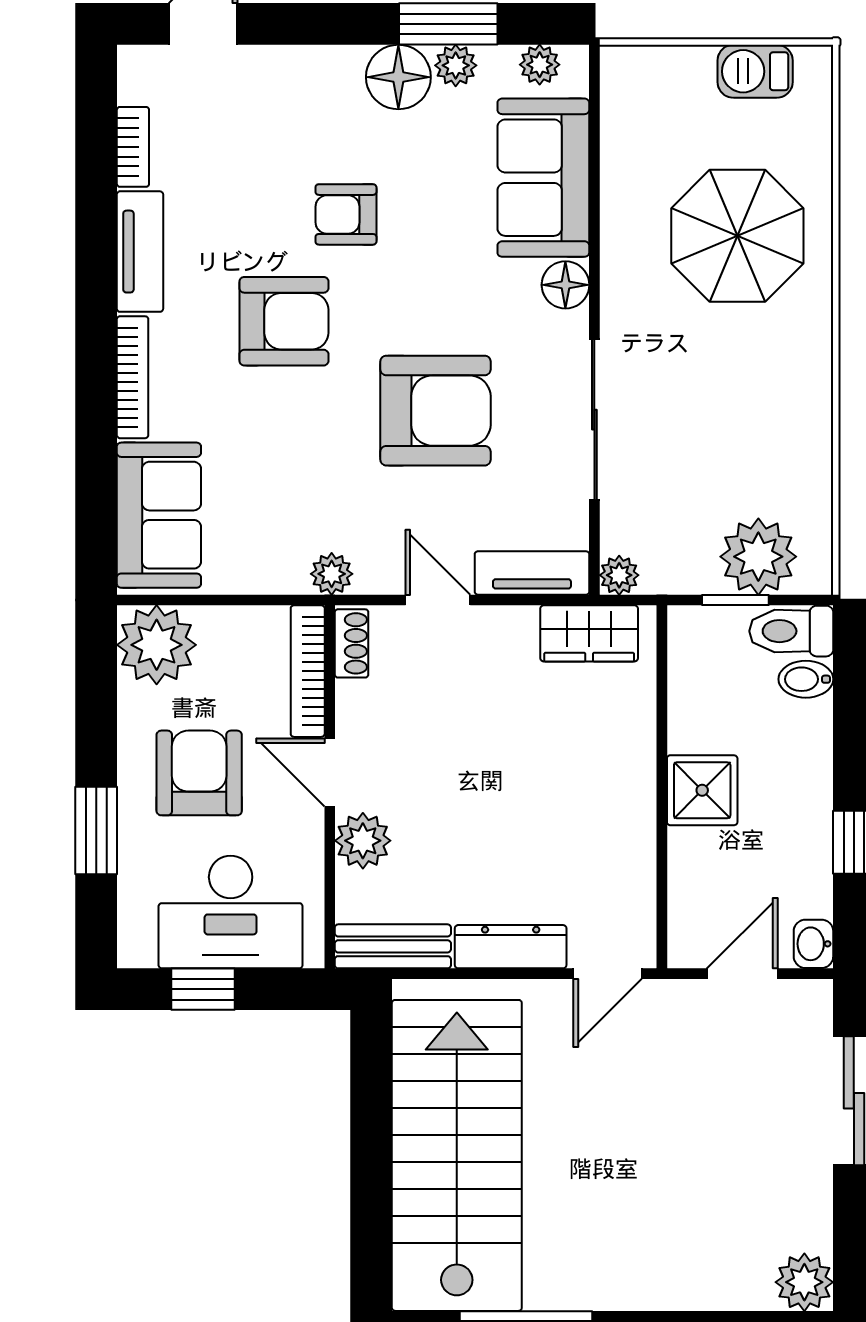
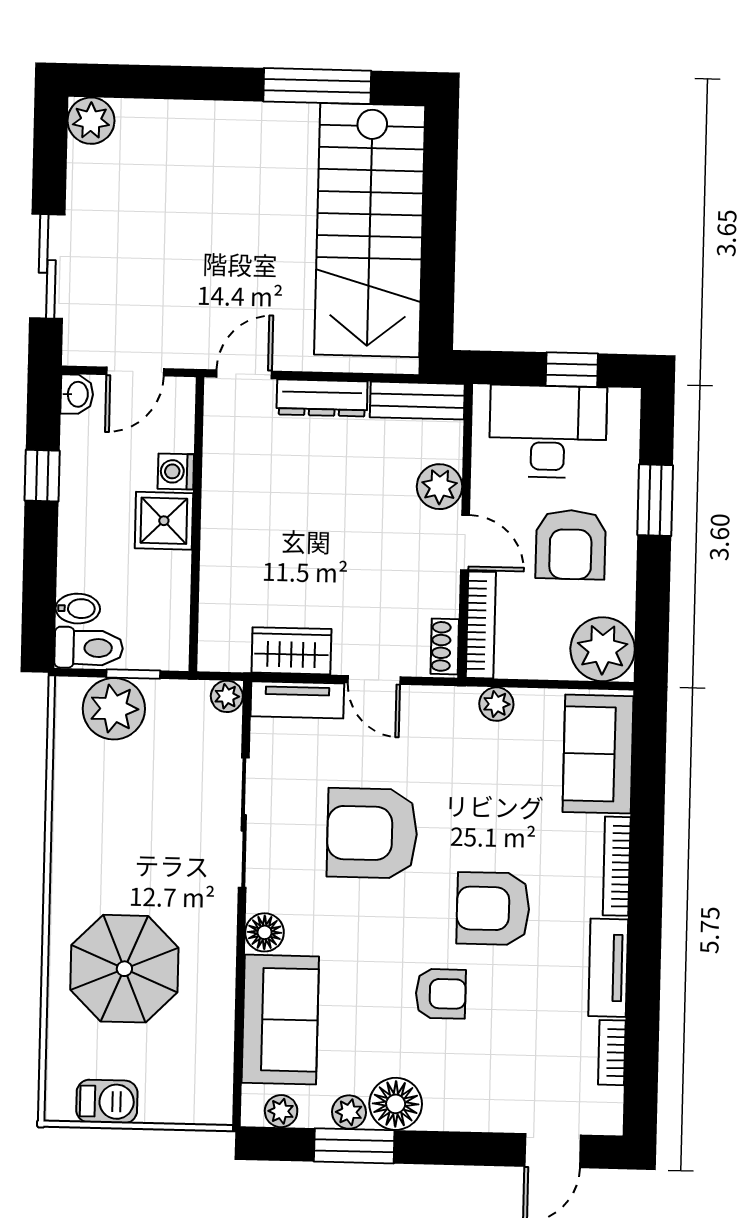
plant: (332, 574) -> (496, 704), moved
wardrobe: (589, 633) -> (291, 651), moved
washing machine: (689, 851) -> (176, 471), added

